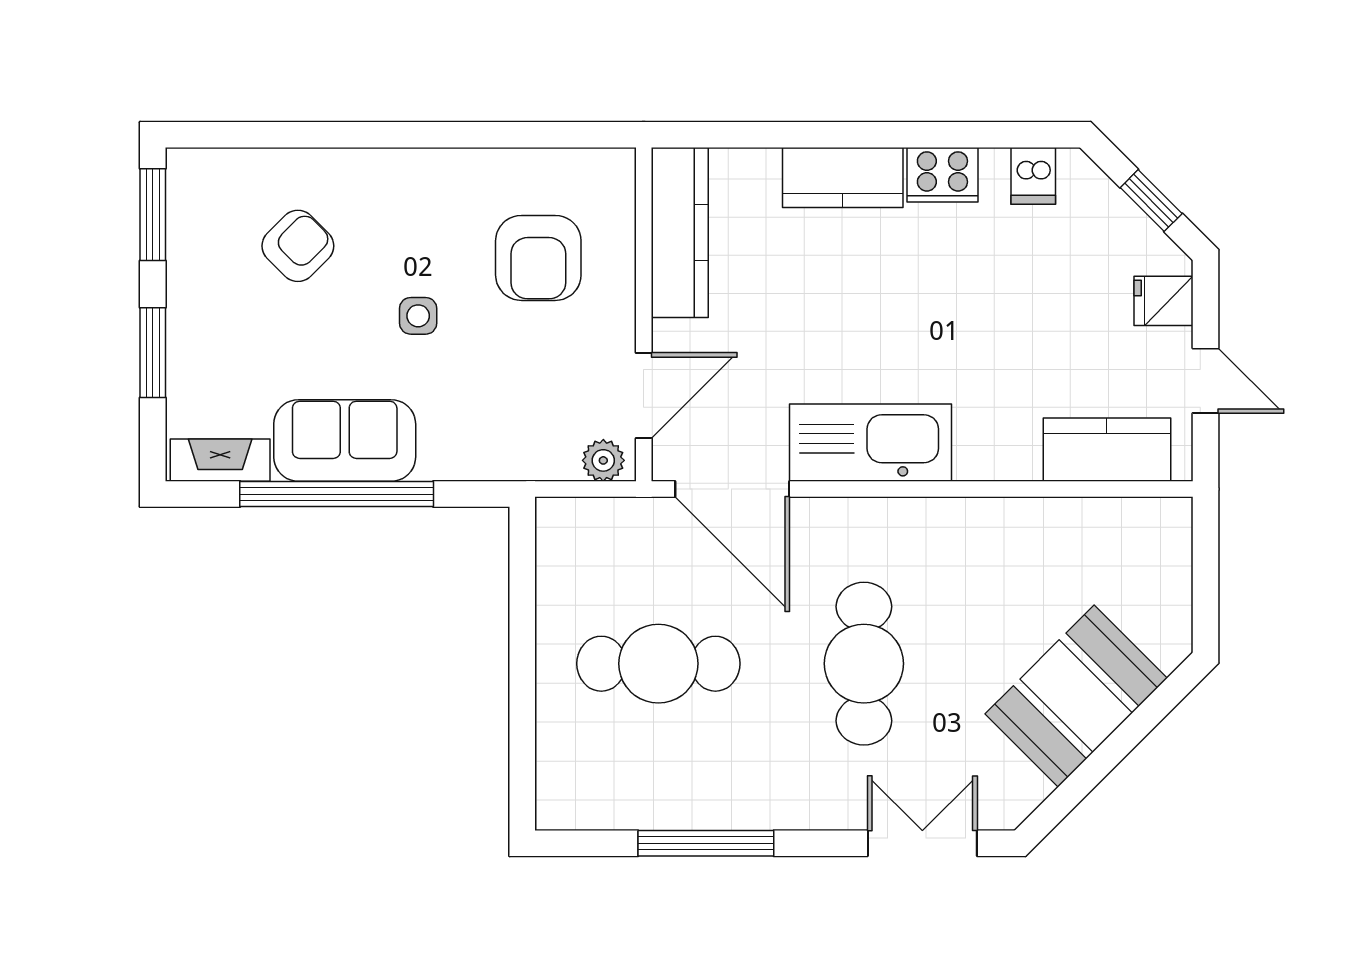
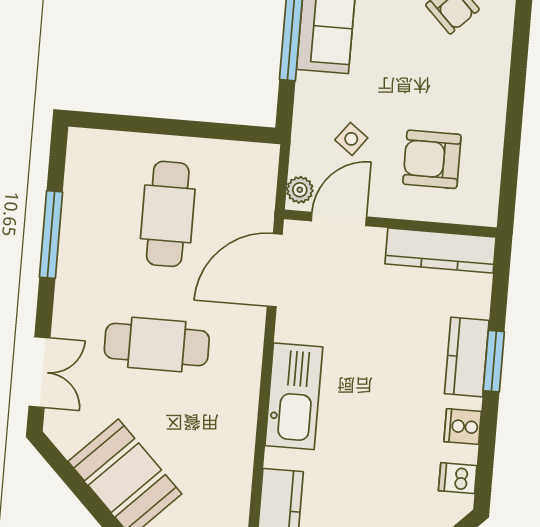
window: (846, 135) -> (494, 361), added
cooker: (942, 175) -> (463, 427), width x0.73
side table: (418, 316) -> (351, 139), moved, turned 37
door: (644, 396) -> (339, 219), swing flipped
kitchen sink: (870, 443) -> (294, 396), moved

